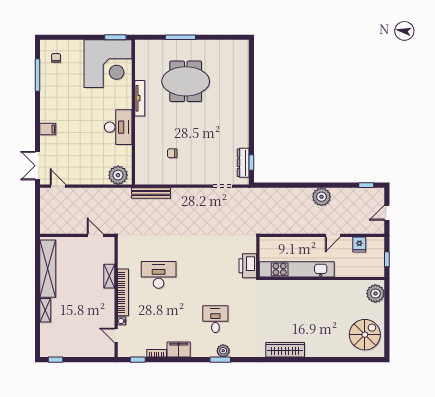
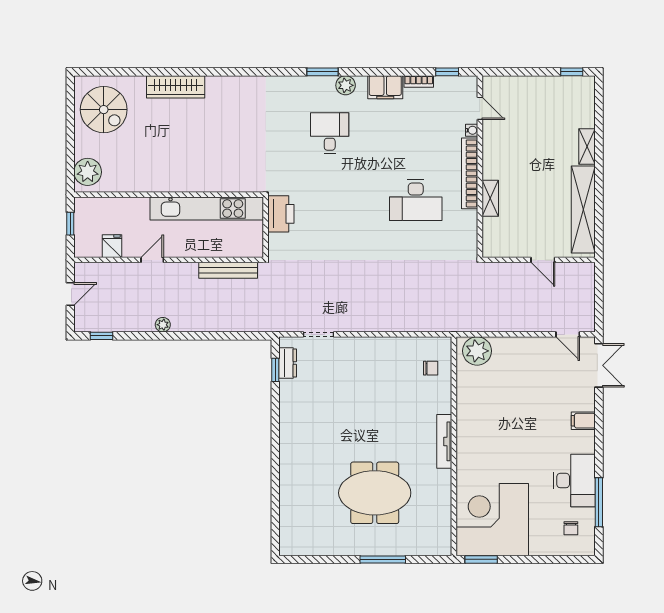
tv unit: (140, 98) -> (444, 441), moved
desk: (118, 127) -> (574, 481), moved, turned 180
chair: (172, 153) -> (431, 368), moved
dresser: (243, 163) -> (288, 363), width x0.70
bench: (151, 193) -> (228, 270), moved
plant: (321, 197) -> (163, 325), width x0.53, depth x0.53
door: (95, 235) -> (543, 260), moved
desk: (215, 319) -> (330, 133), turned 180
spiral stairs: (365, 335) -> (104, 110), turned -90
wardrobe: (285, 350) -> (176, 87), moved
plant: (223, 351) -> (346, 85), moved

